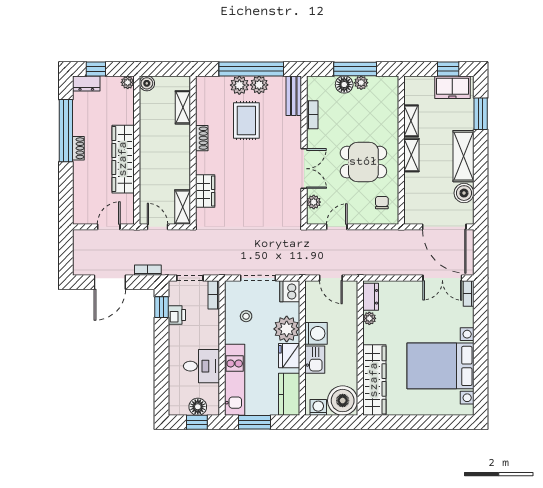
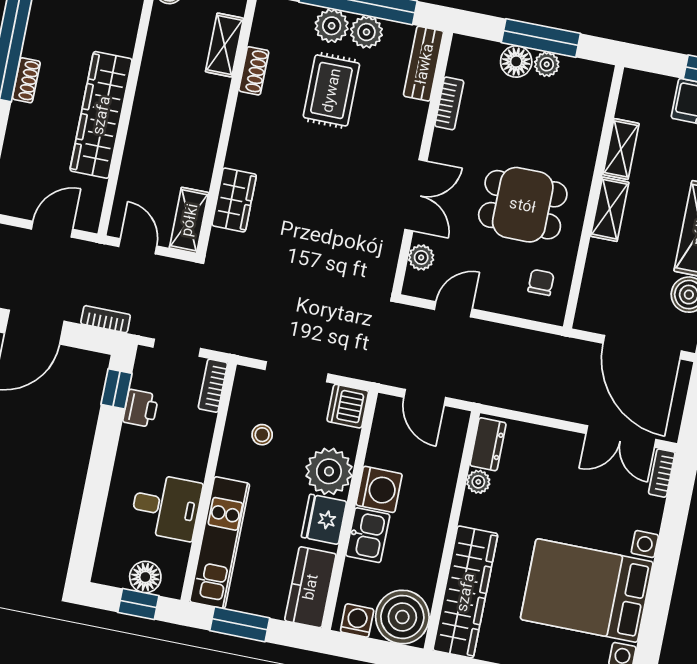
shoe rack: (202, 138) -> (254, 71), moved

